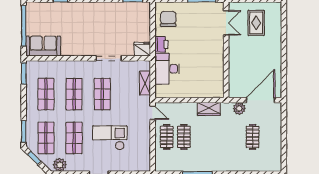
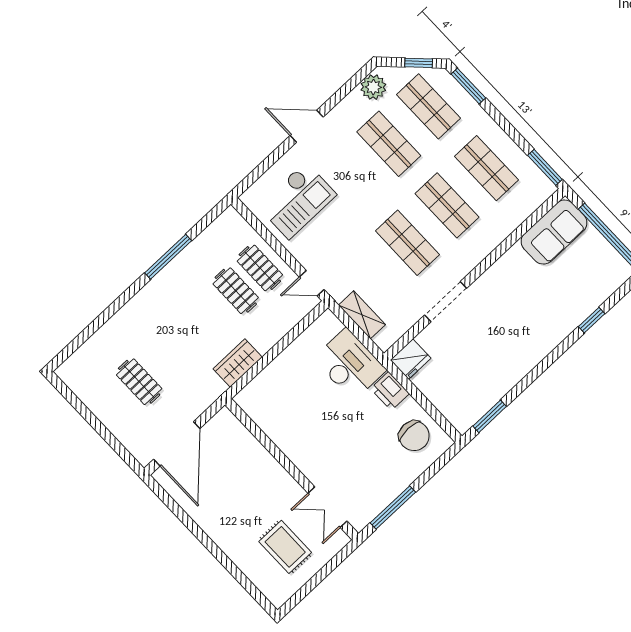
plant: (239, 109) -> (195, 404), removed
checkout: (110, 138) -> (297, 200), moved

